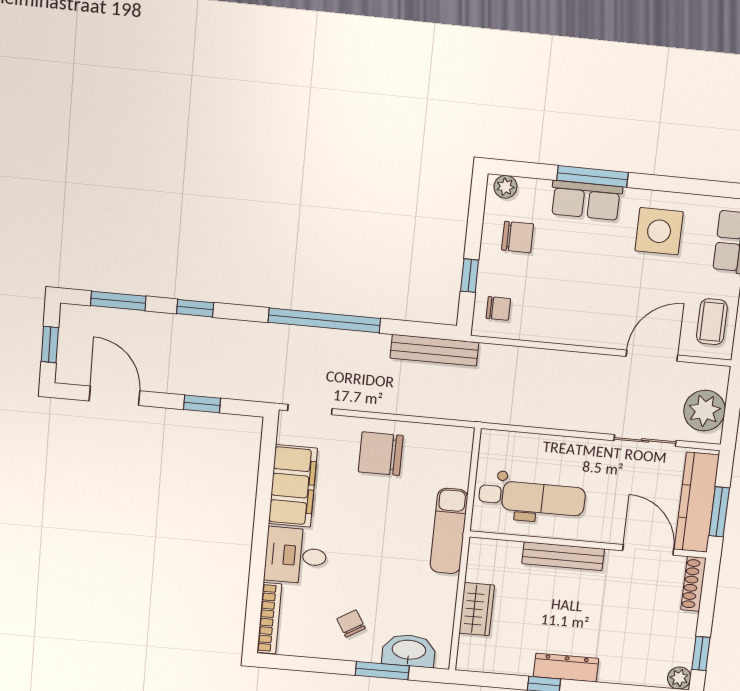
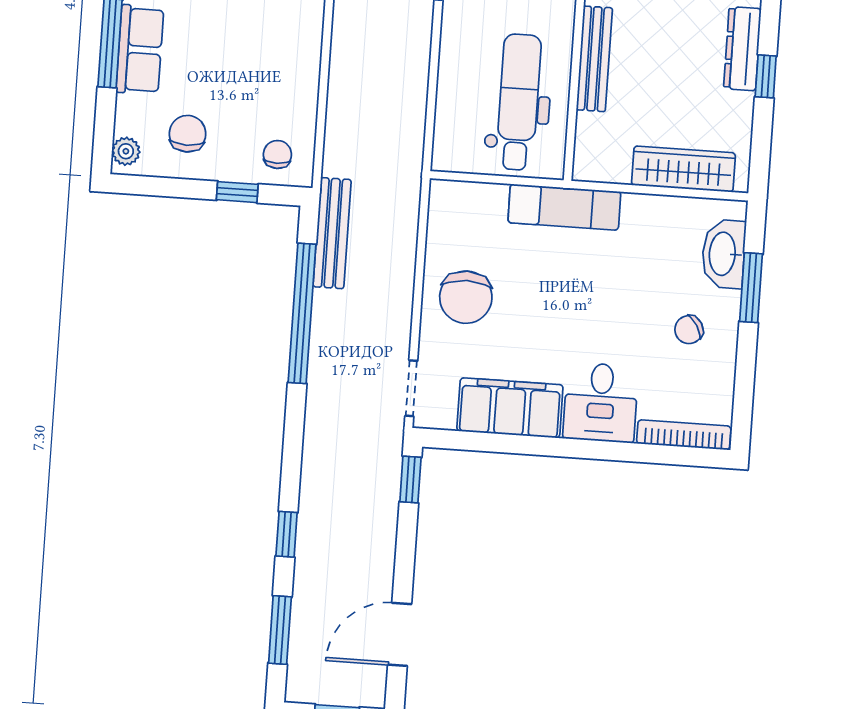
window: (324, 320) -> (302, 313), moved
window: (202, 404) -> (410, 480), moved
wardrobe: (477, 609) -> (683, 169), width x1.50

